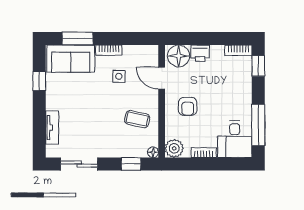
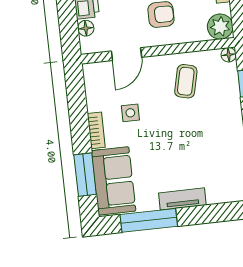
floor lamp: (179, 56) -> (86, 28), width x0.53, depth x0.53
window: (39, 81) -> (149, 220), width x2.17
tv unit: (52, 127) -> (182, 199), moved

